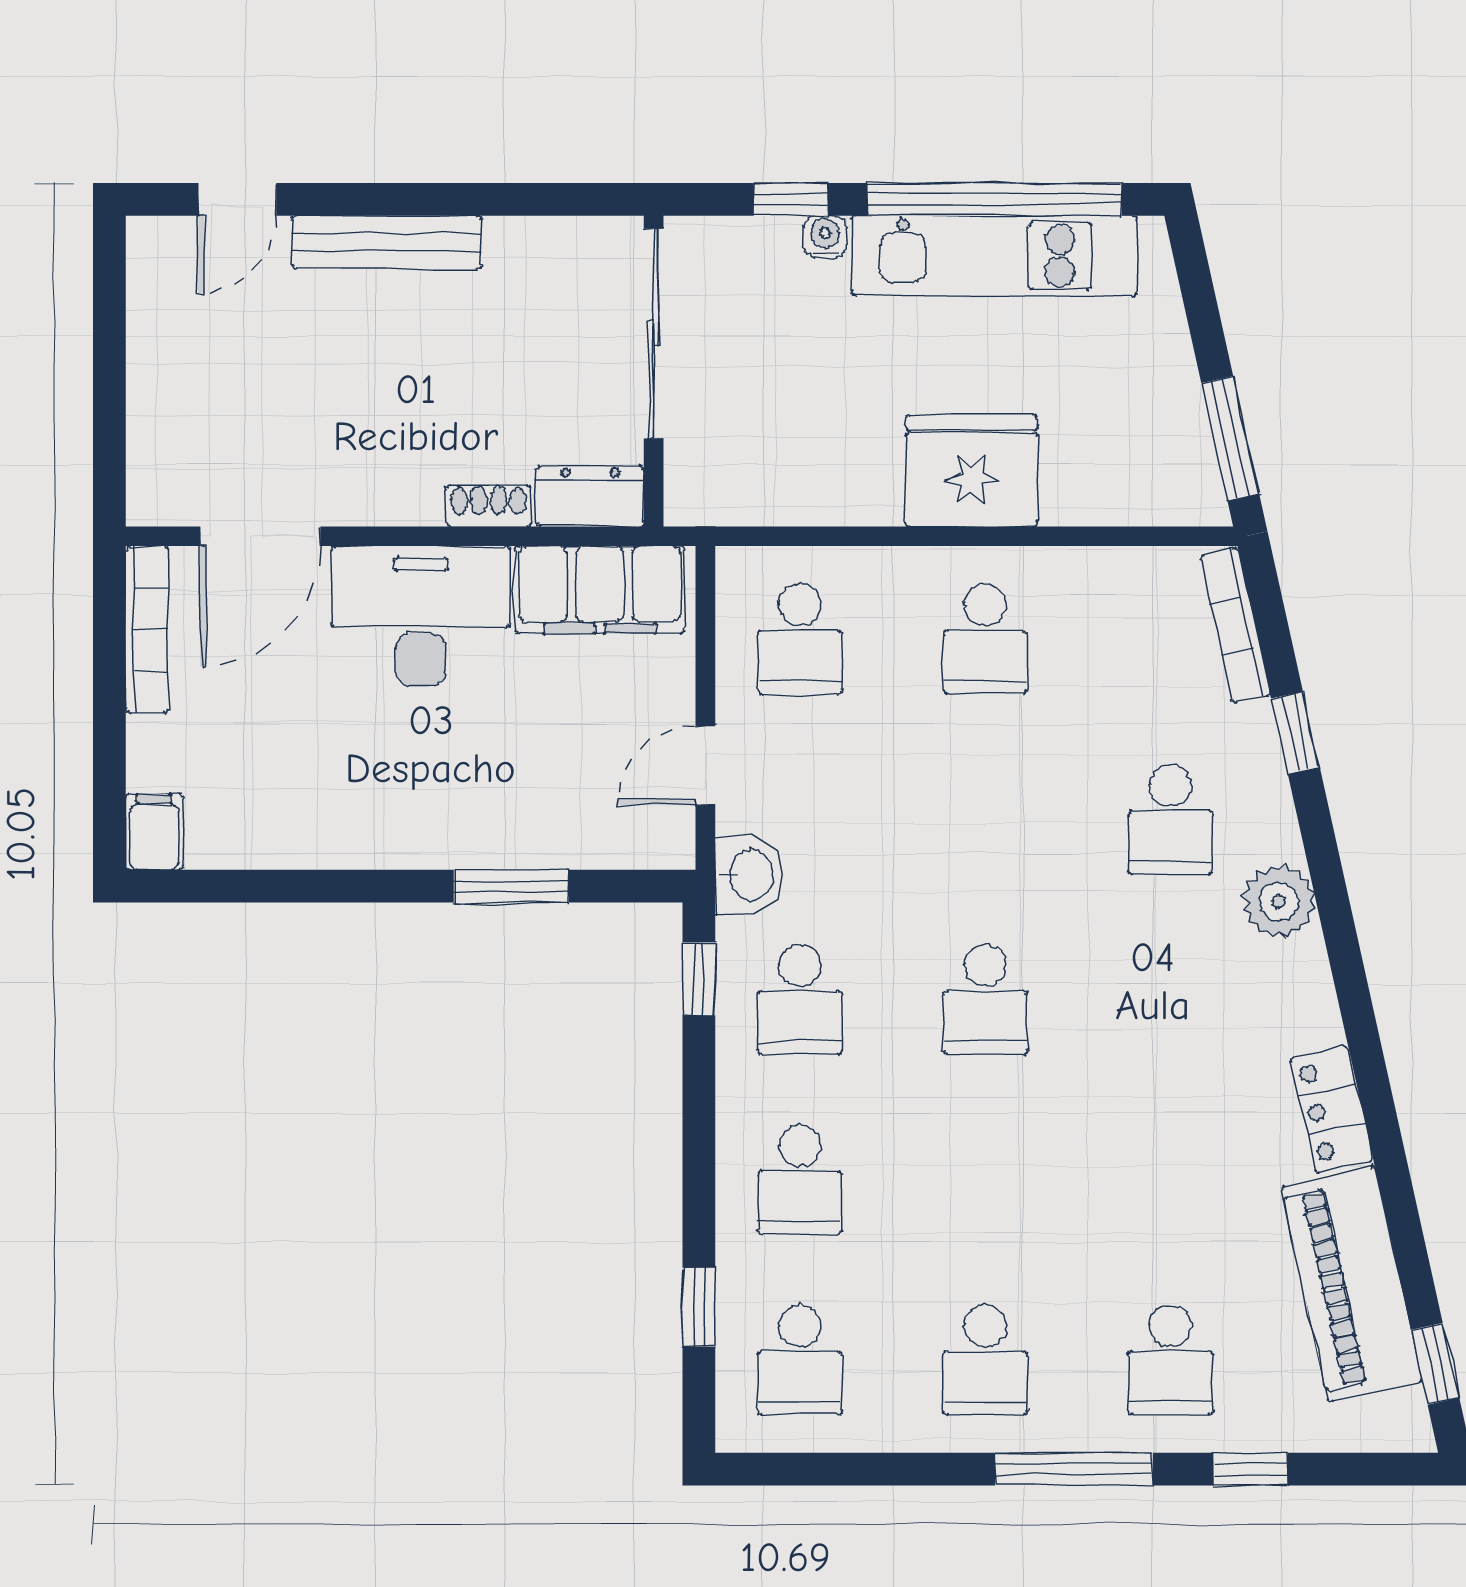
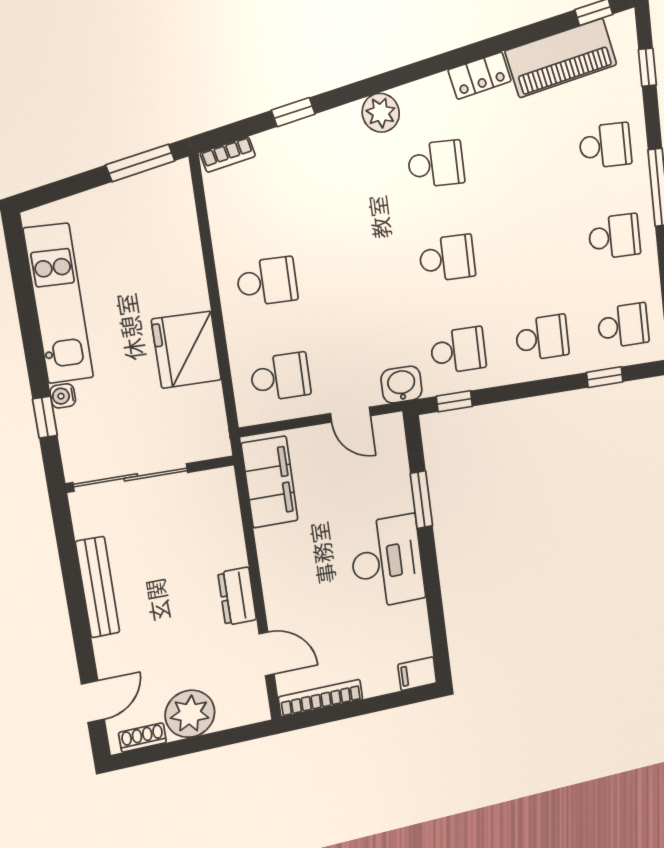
door: (237, 199) -> (93, 702), hinge flipped
window: (994, 199) -> (26, 307), removed
bench: (387, 242) -> (98, 587), moved
plant: (173, 373) -> (190, 714), added
fridge: (972, 471) -> (186, 350), moved
dresser: (590, 496) -> (237, 596), moved
shoe rack: (489, 506) -> (143, 738), moved, turned 90
door: (260, 536) -> (267, 654), width x0.73
desk: (421, 616) -> (387, 562), moved, turned 180
bookcase: (1235, 626) -> (228, 154), width x0.64
school desk: (1171, 819) -> (436, 164), moved
window: (1250, 1469) -> (647, 67), moved

